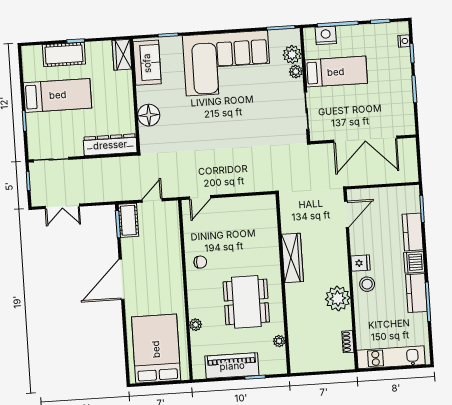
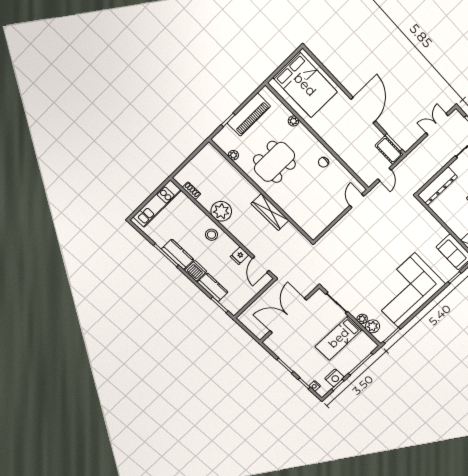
nightstand: (326, 35) -> (334, 378), moved
floor lamp: (149, 115) -> (428, 223), removed
fridge: (360, 263) -> (240, 256), moved
dining table: (246, 302) -> (274, 162), turned 90

